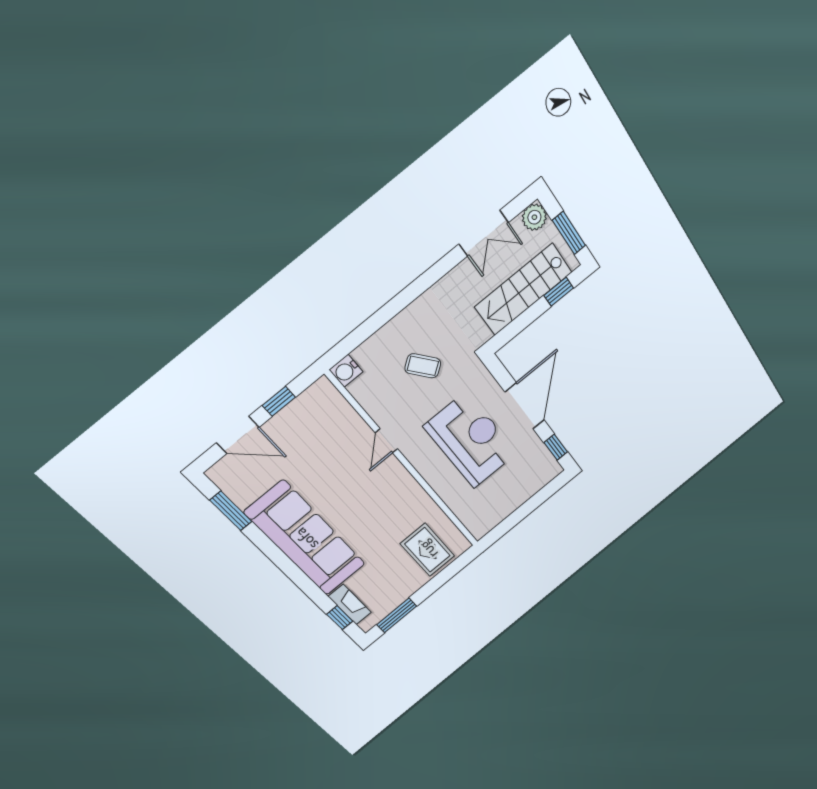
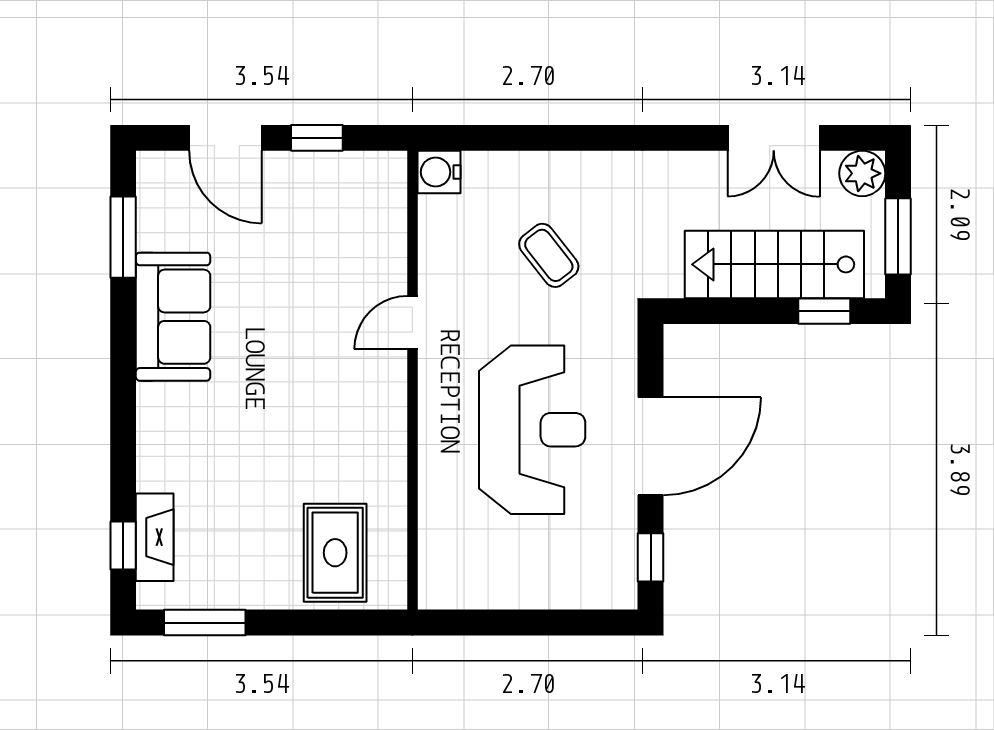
sofa: (306, 539) -> (173, 317), width x0.54, depth x0.79

